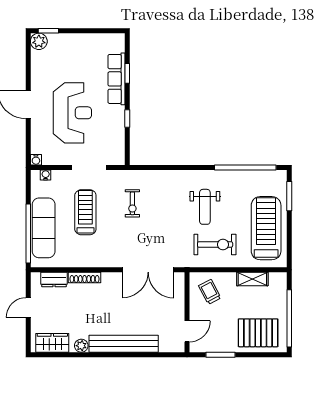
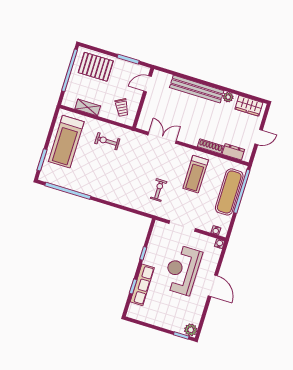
weight bench: (205, 207) -> (106, 171), removed
treadmill: (85, 212) -> (196, 174), moved
exercise bike: (215, 244) -> (107, 141), width x0.73, depth x0.72
double door: (148, 270) -> (162, 138), width x0.73

